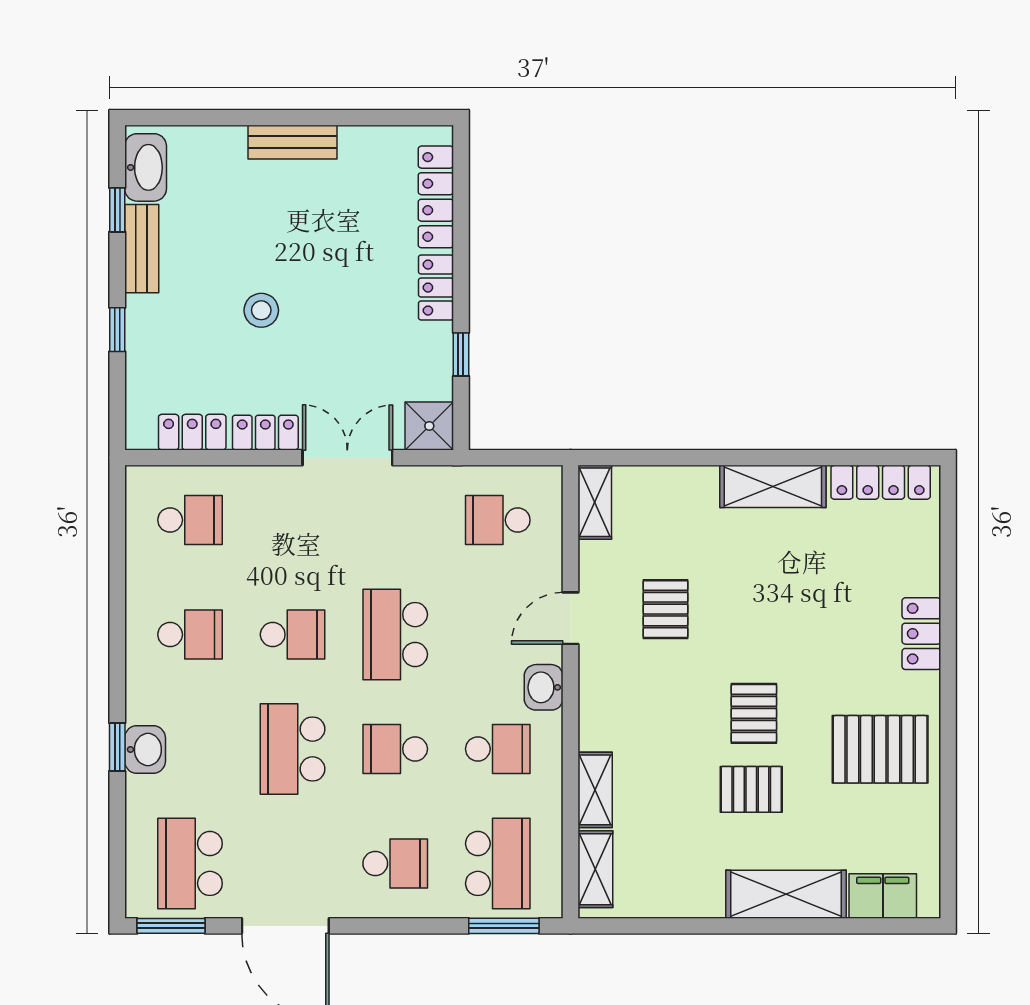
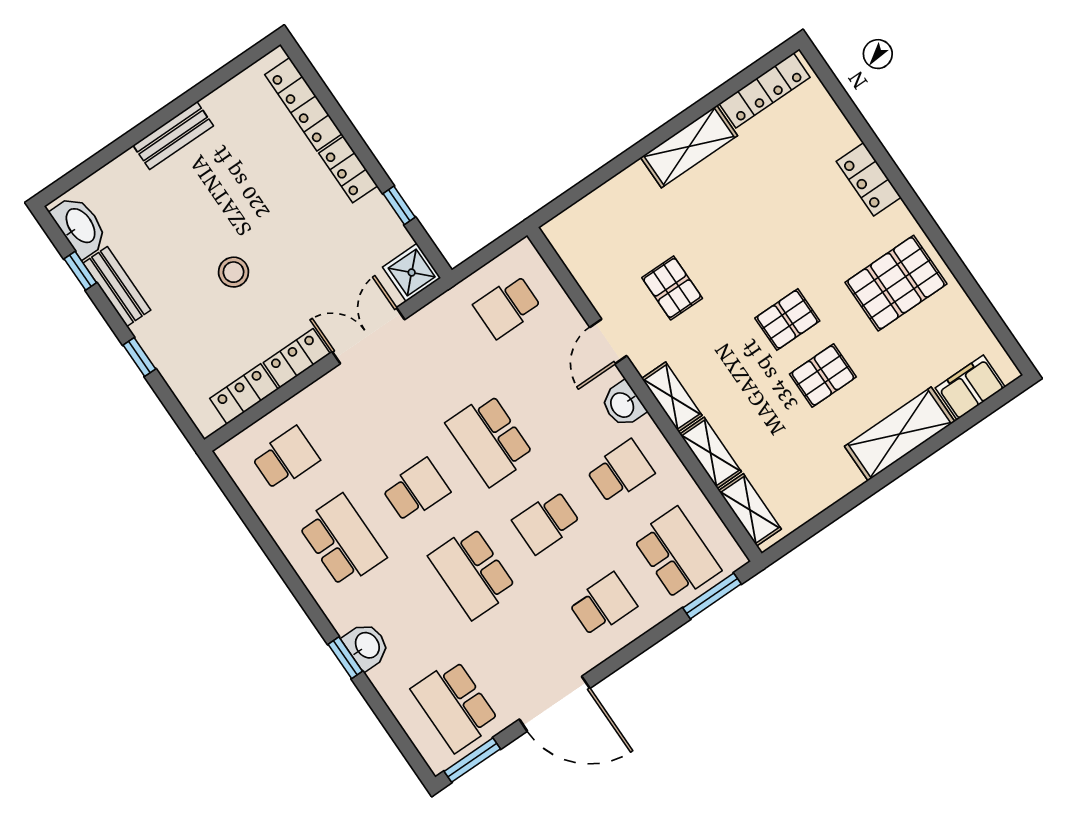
shelving: (595, 502) -> (672, 397), moved
school desk: (190, 635) -> (342, 541), width x1.85
pallet: (754, 713) -> (787, 319), turned 90

